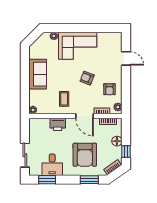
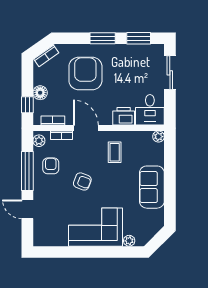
window: (126, 86) -> (27, 171), added
window: (126, 152) -> (27, 105), moved
desk: (52, 165) -> (150, 110), moved, turned 180
window: (89, 180) -> (103, 38), moved

